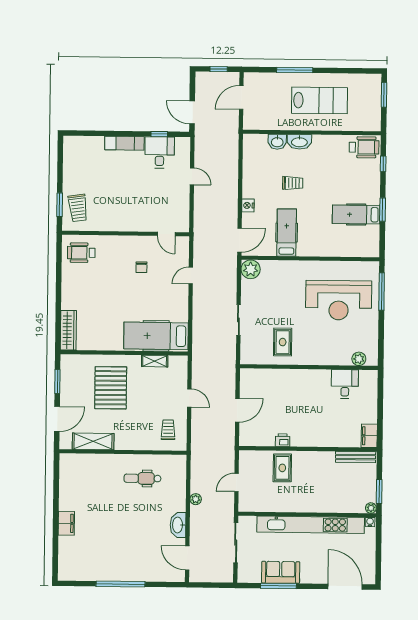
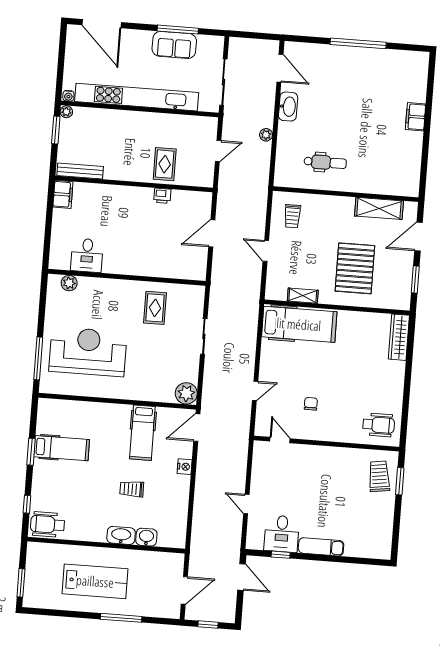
lab bench: (319, 100) -> (95, 581), turned 180

